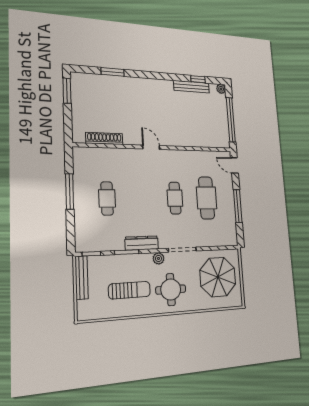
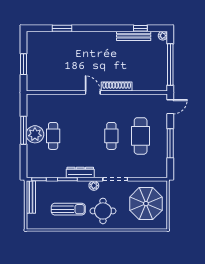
window: (67, 91) -> (23, 64), moved
shoe rack: (104, 139) -> (117, 86), moved
door: (234, 165) -> (170, 107), swing flipped
plant: (84, 197) -> (35, 134), added

